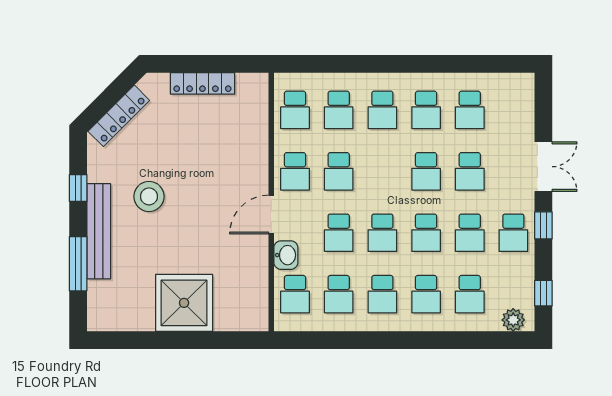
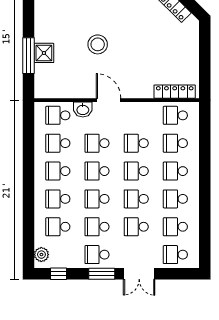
locker: (202, 83) -> (175, 92), moved, turned 90
school desk: (513, 110) -> (175, 255), added
school desk: (295, 171) -> (136, 171), moved
stool: (149, 196) -> (98, 44), moved
window: (543, 225) -> (102, 274), width x1.50
shower: (184, 303) -> (44, 53), width x0.54, depth x0.54
window: (201, 340) -> (29, 56), added

